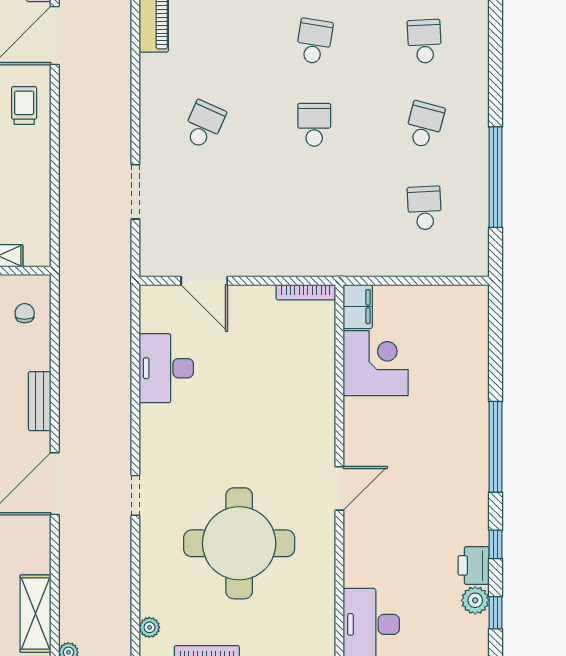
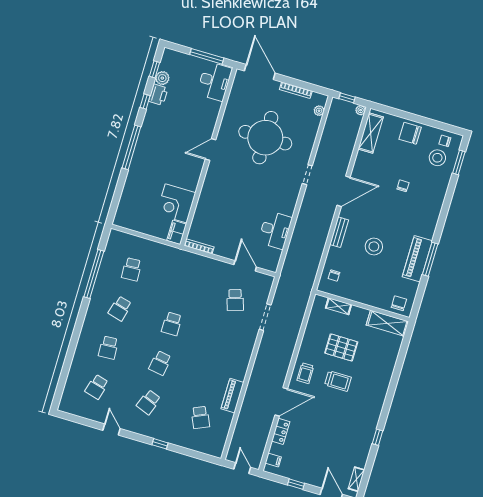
school desk: (204, 125) -> (235, 300), moved, turned -42

